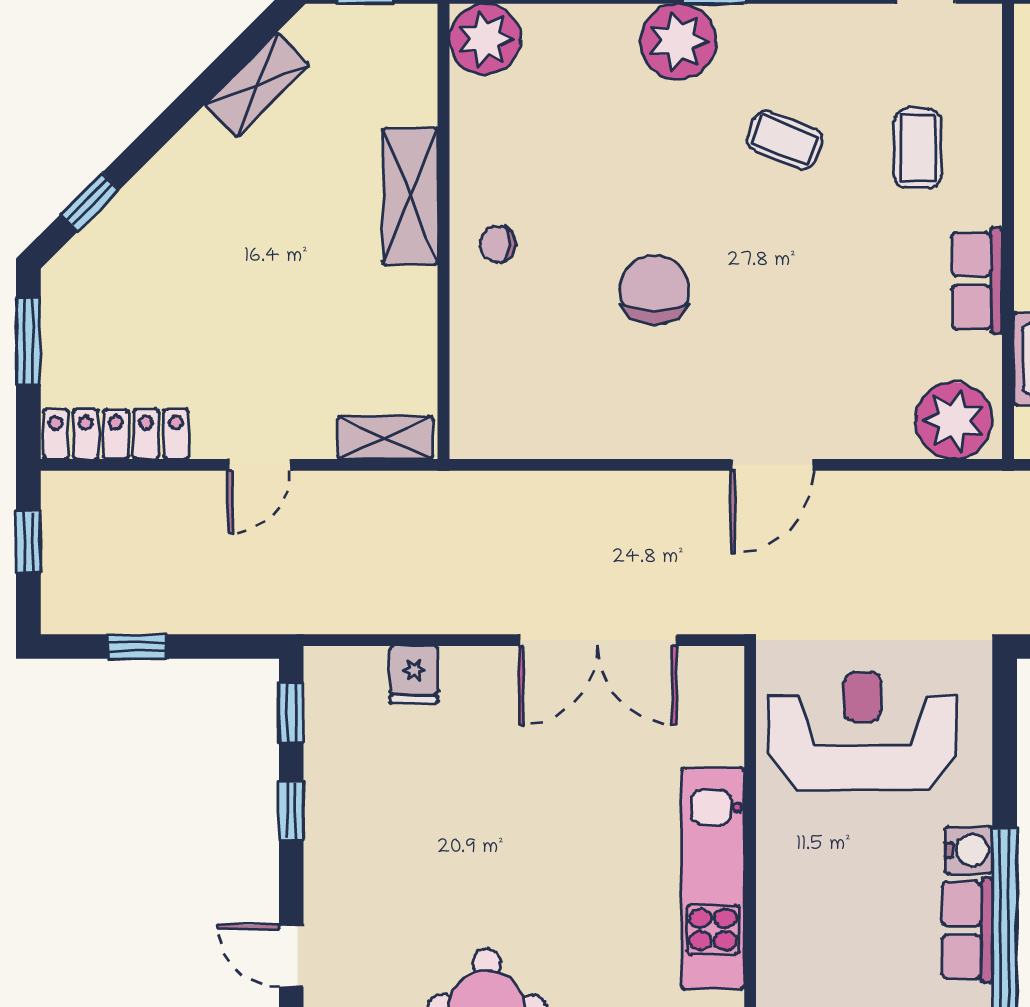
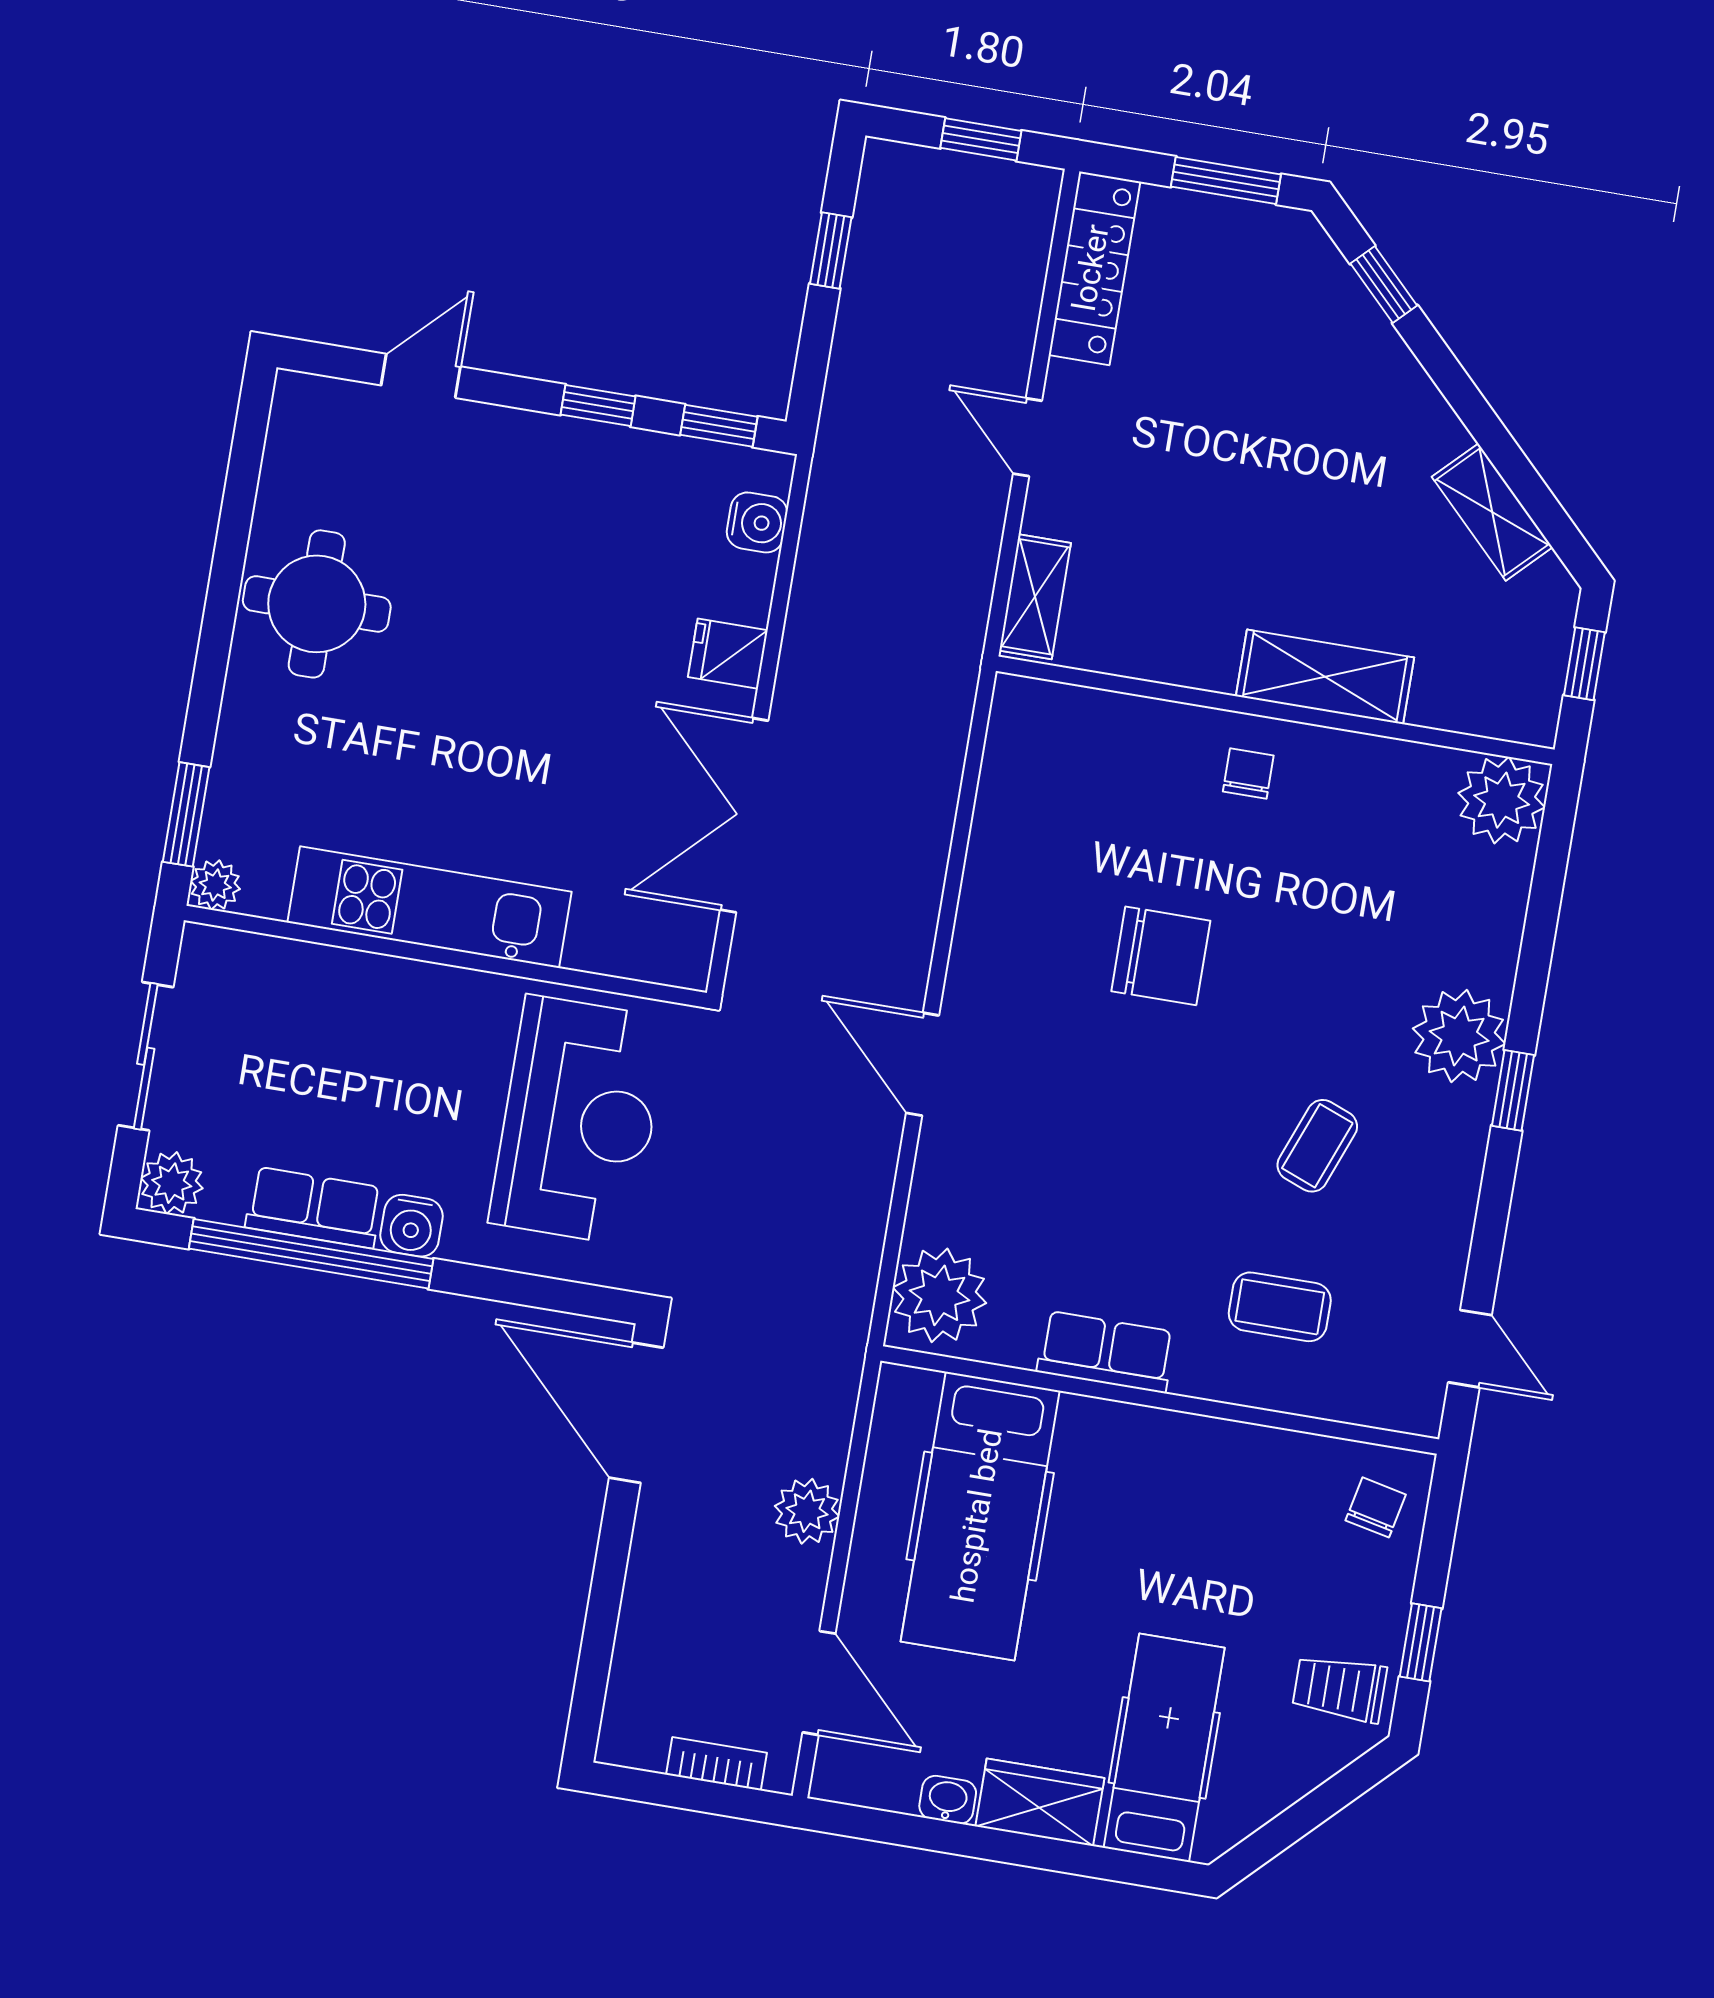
water cooler: (363, 669) -> (757, 522), added
fridge: (414, 675) -> (728, 654), moved

